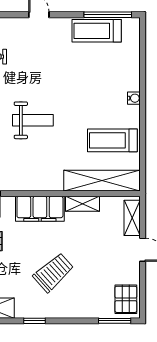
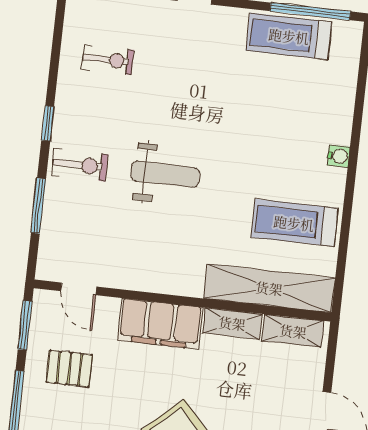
shelving: (132, 218) -> (293, 331), moved, turned 90

